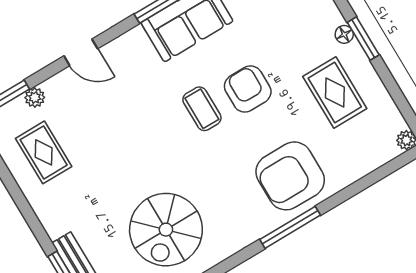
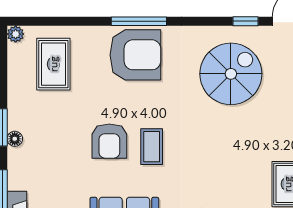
rug: (335, 92) -> (53, 64), moved
armchair: (290, 176) -> (135, 55), moved

